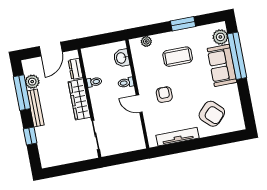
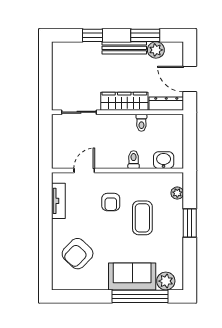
window: (183, 24) -> (190, 223), moved
coffee table: (178, 57) -> (142, 218), moved
dresser: (75, 69) -> (166, 104), width x1.44
window: (22, 93) -> (145, 35), width x0.69
armchair: (164, 95) -> (111, 202), turned 90
door: (139, 104) -> (84, 171), moved
tv unit: (177, 137) -> (58, 201), width x0.71

